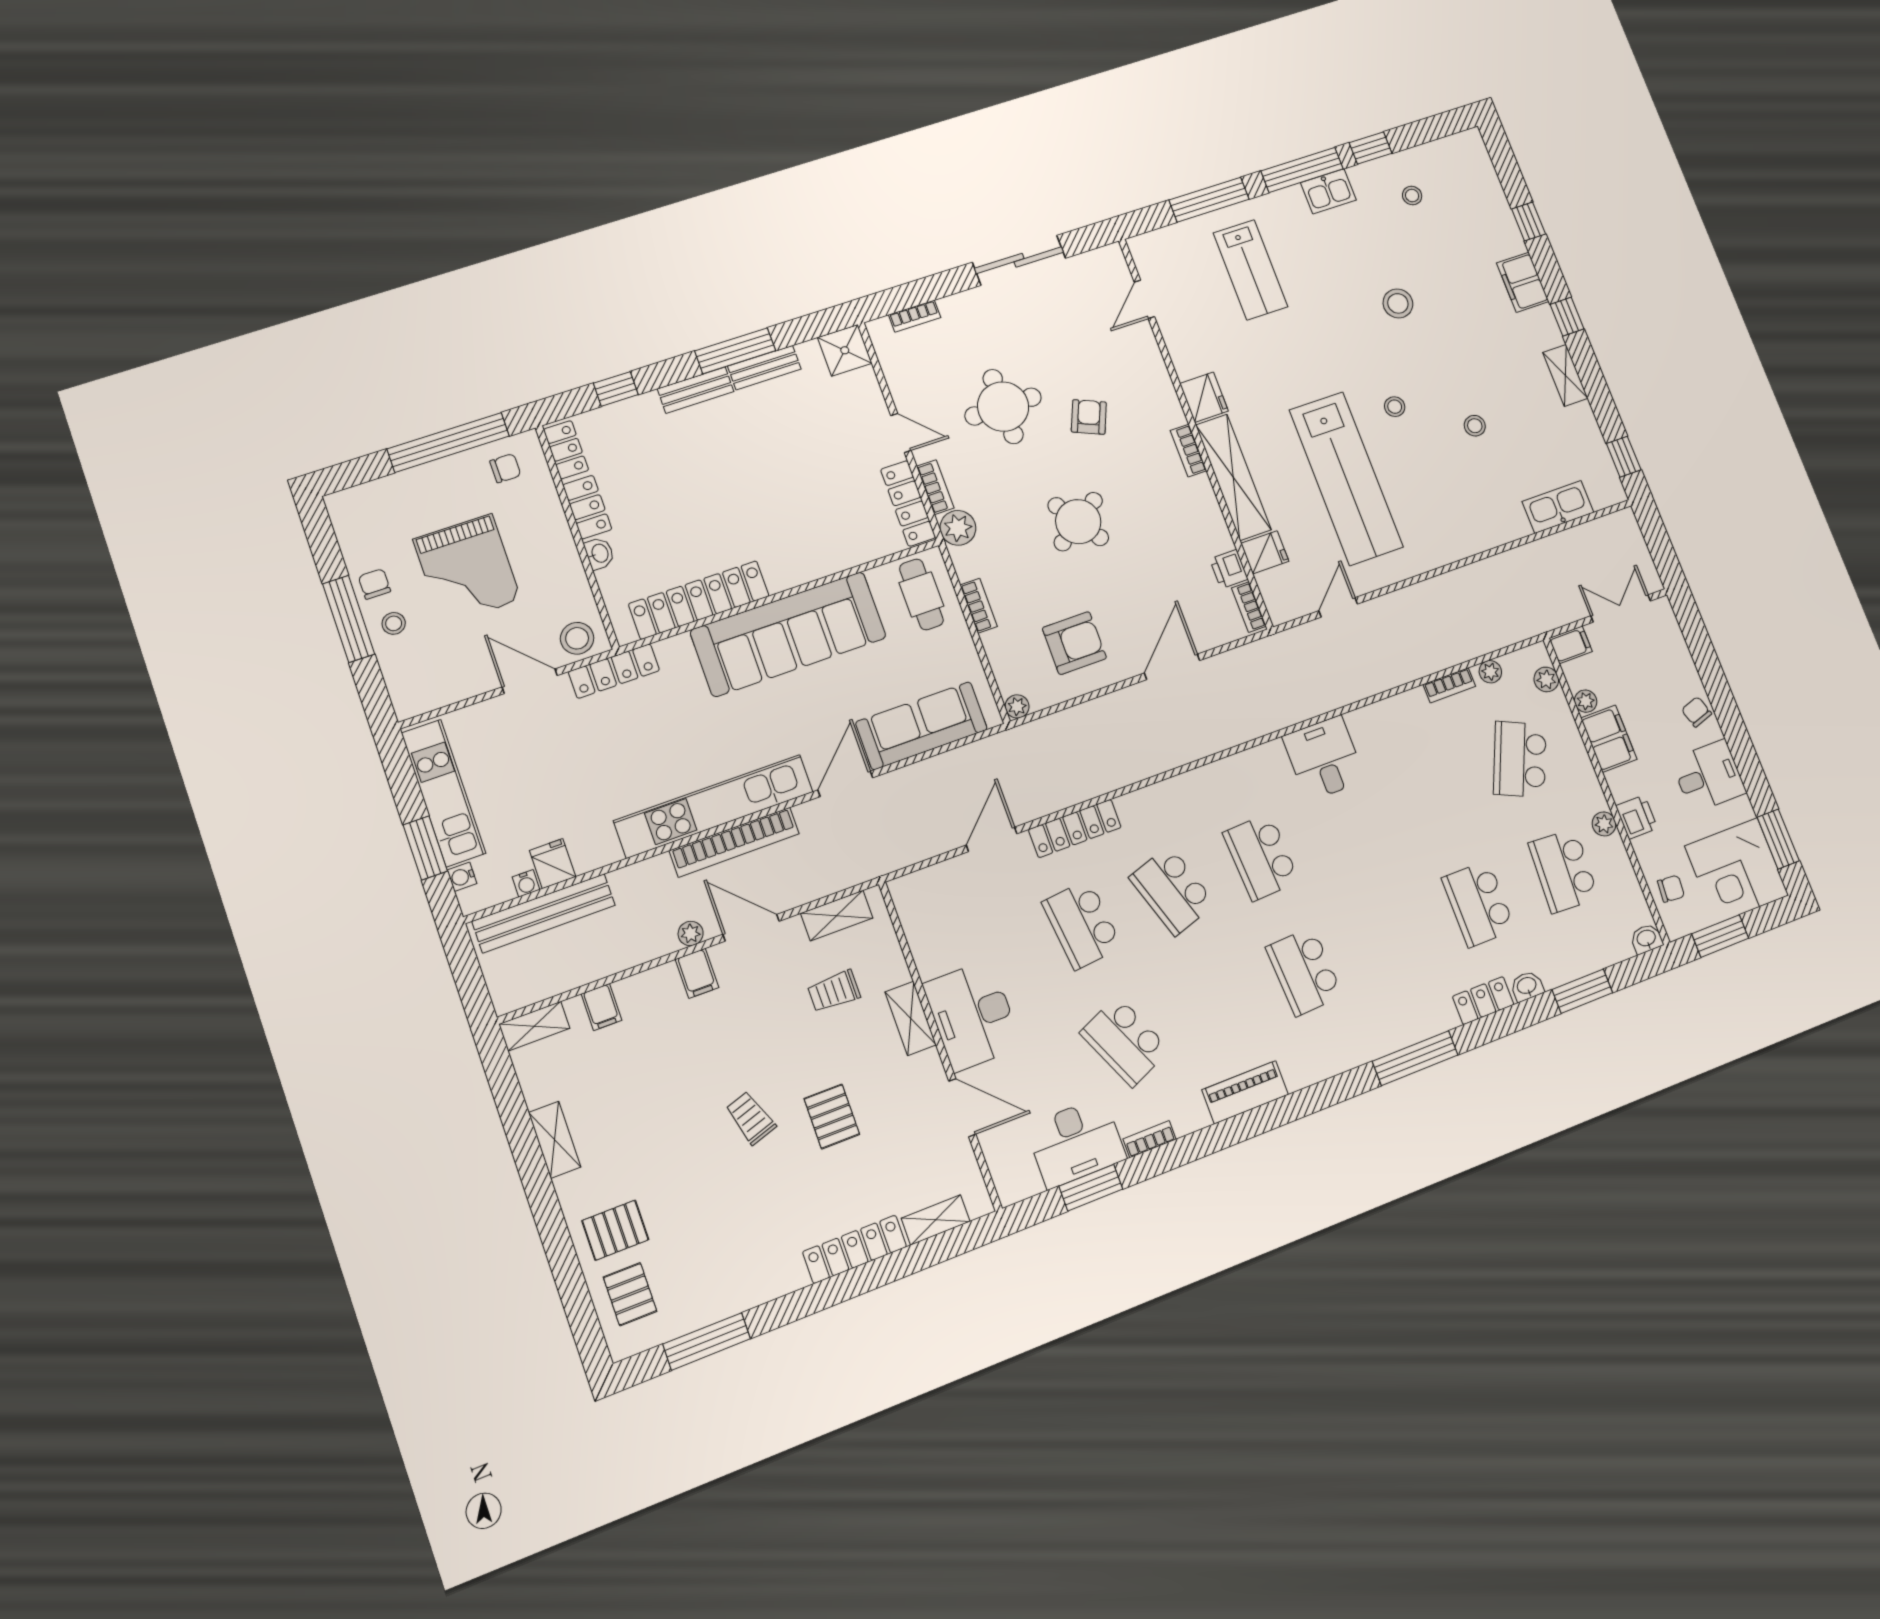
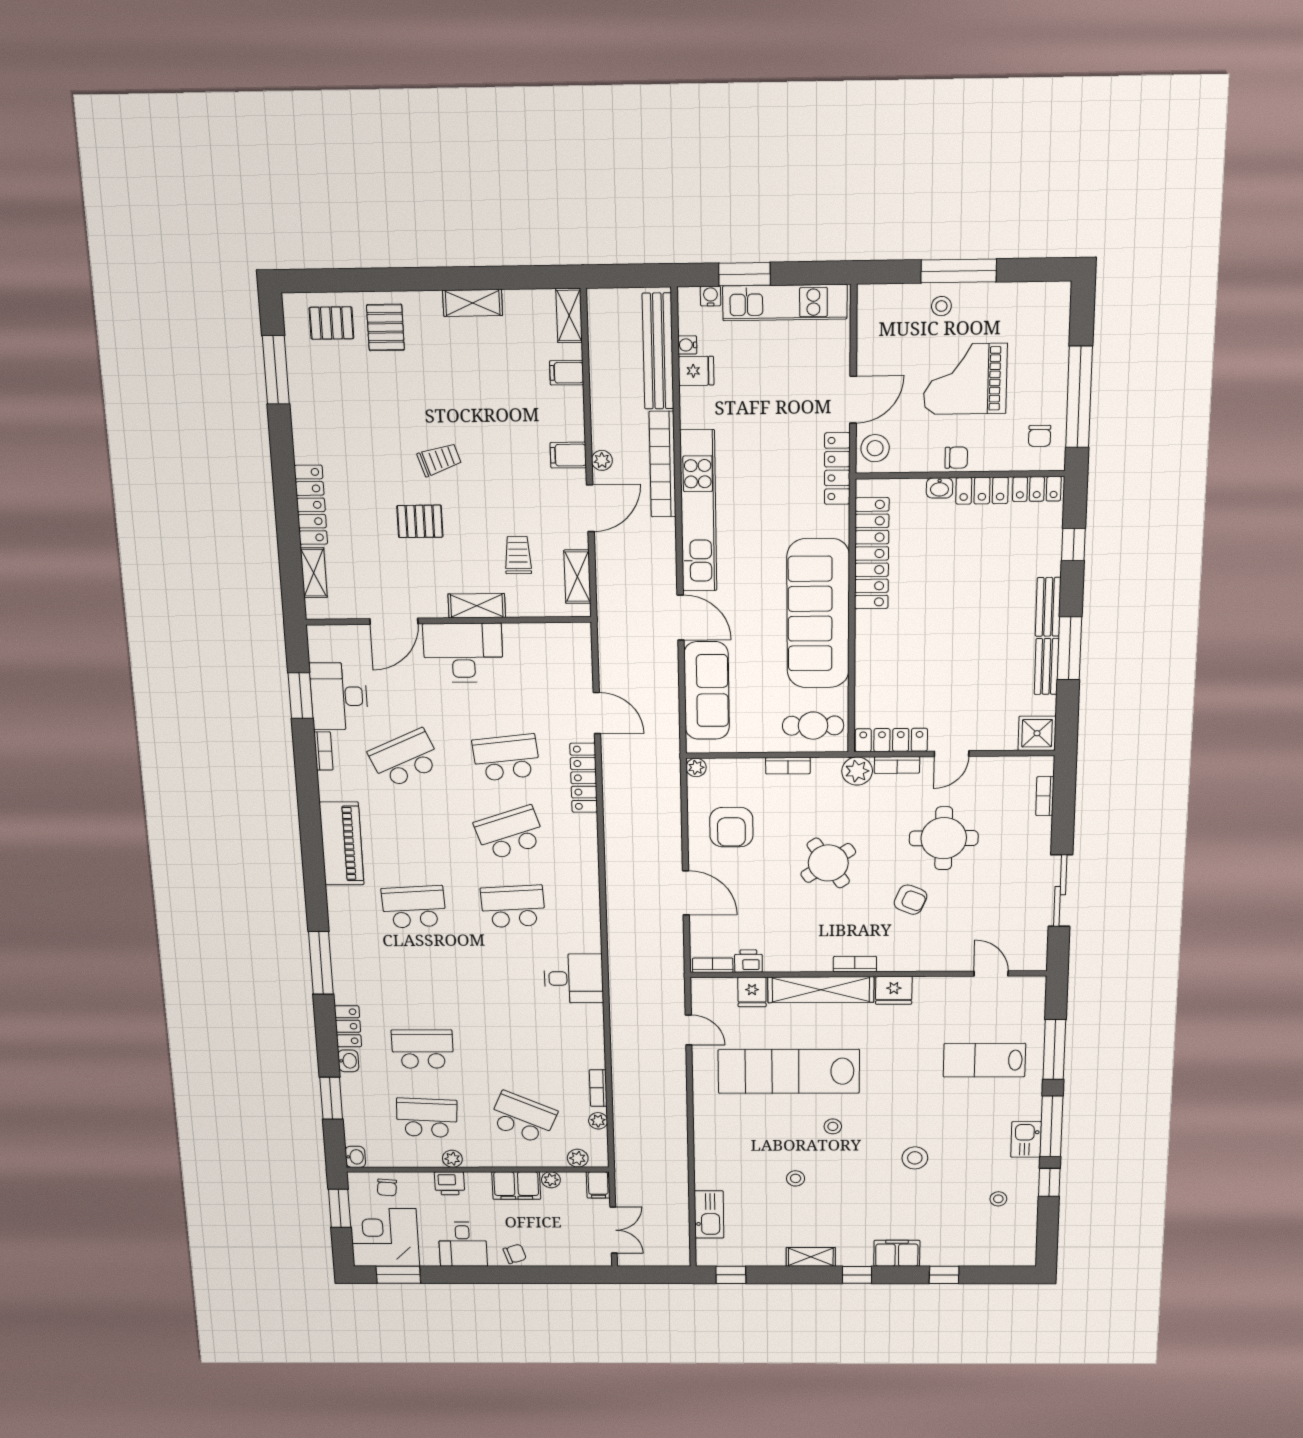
chair: (374, 584) -> (956, 458), moved
bookcase: (734, 842) -> (663, 464), moved
piano: (1245, 1092) -> (342, 844), width x1.37, depth x1.33

